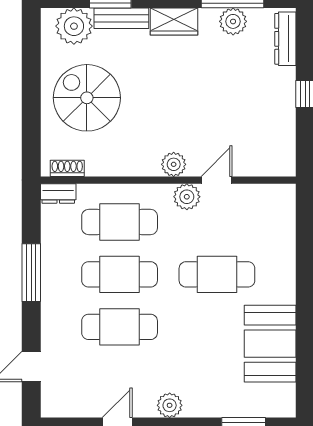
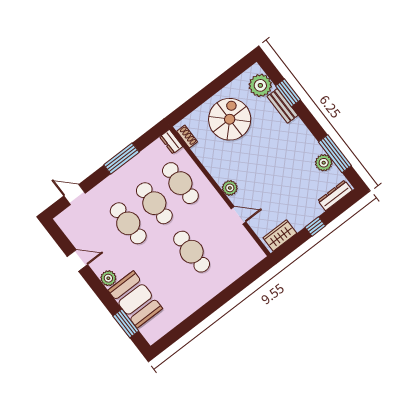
wardrobe: (174, 22) -> (280, 235), moved, turned 90
plant: (187, 197) -> (219, 207), removed
booth: (270, 344) -> (135, 299), moved, turned 90

